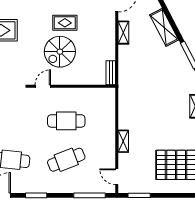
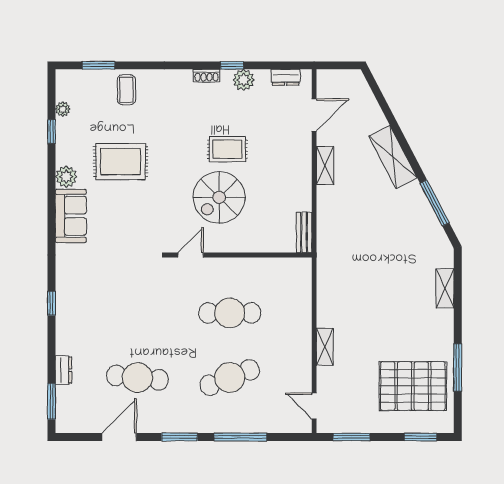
window: (90, 195) -> (240, 437), moved
window: (181, 195) -> (420, 437), added

